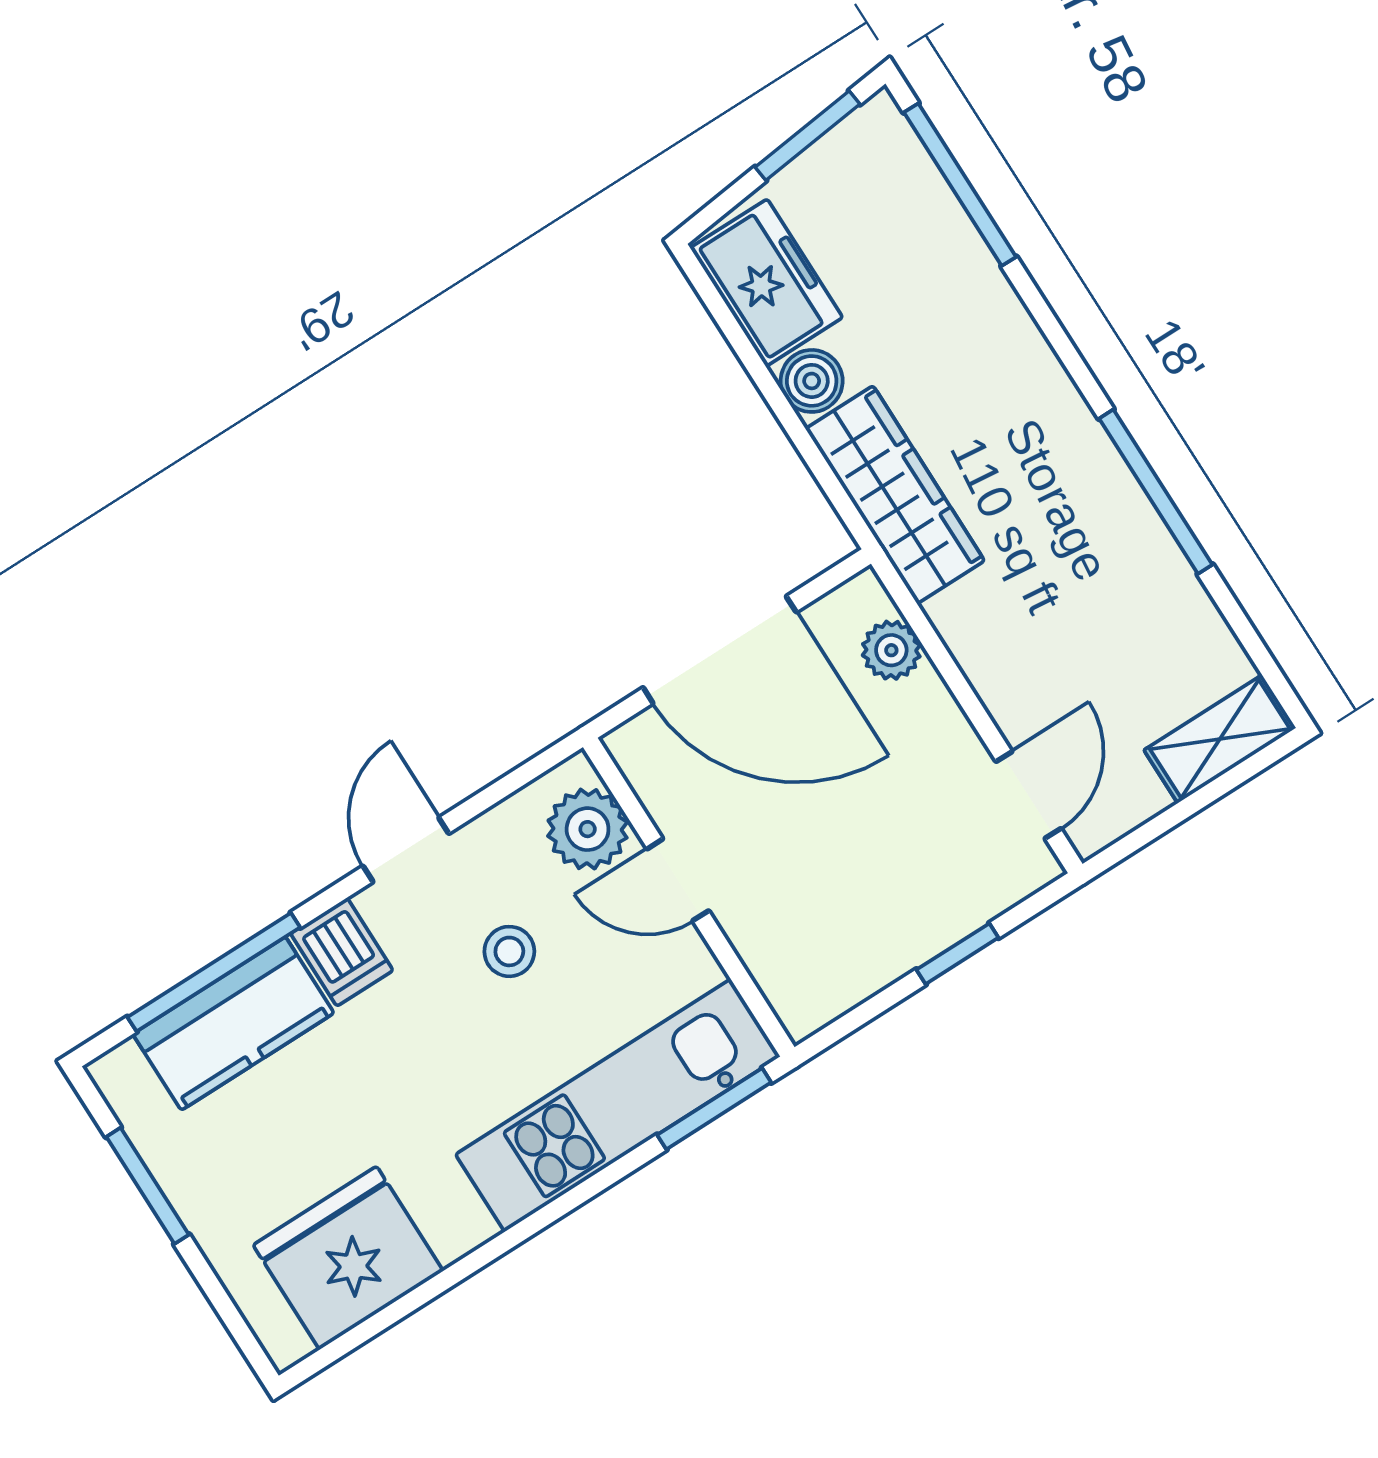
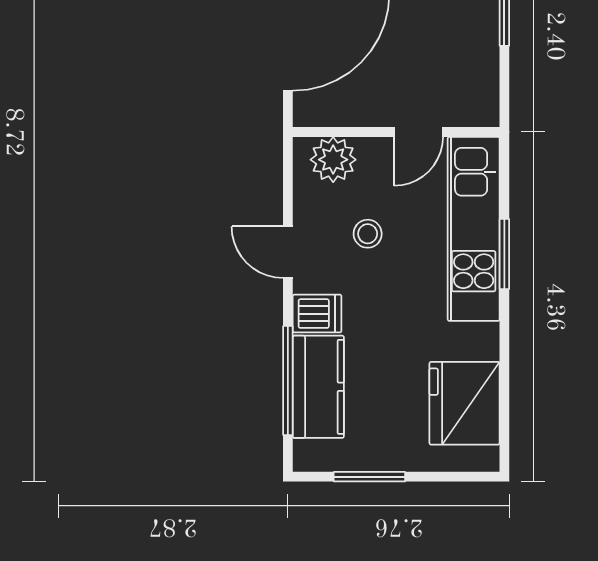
door: (678, 880) -> (419, 132), moved
window: (714, 1109) -> (504, 254), moved

